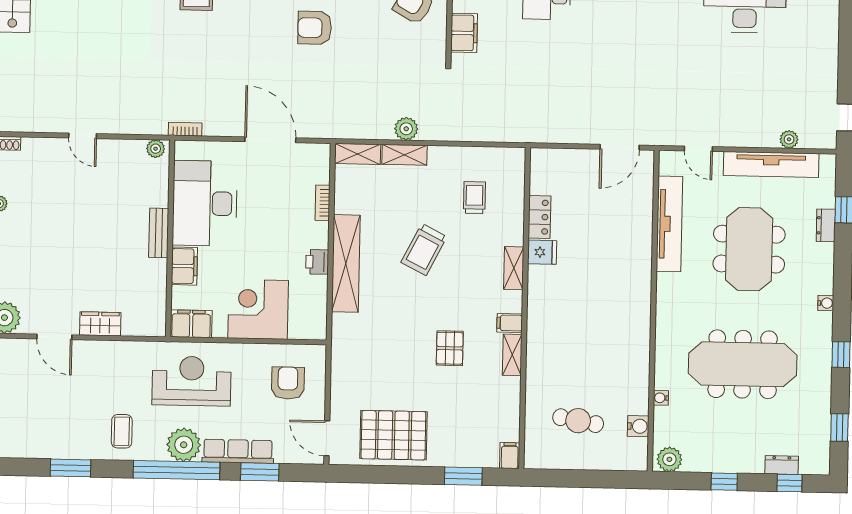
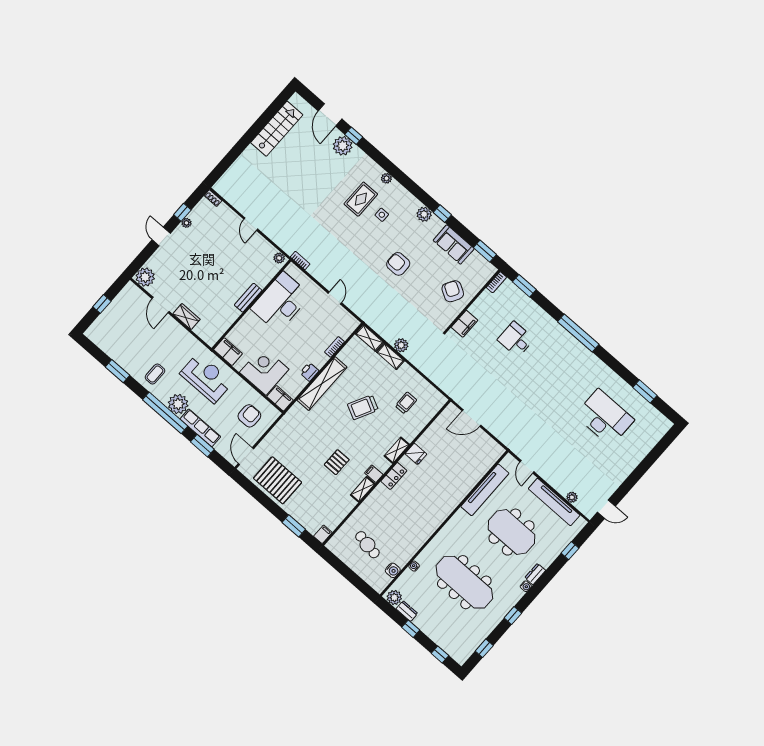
door: (270, 140) -> (335, 298), width x0.53
door: (620, 147) -> (471, 418), moved
locker: (540, 217) -> (394, 476), moved
dresser: (826, 225) -> (535, 574), moved
meeting table: (749, 249) -> (512, 532), turned 90
filing cabinet: (184, 266) -> (280, 398), moved, turned -90
dresser: (782, 465) -> (407, 611), moved

